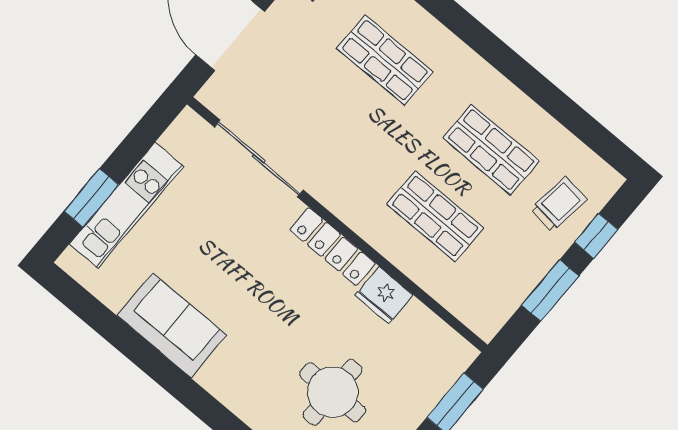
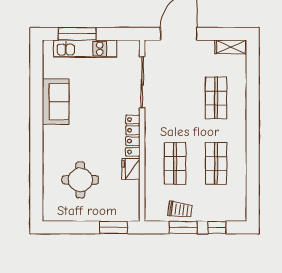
window: (91, 198) -> (77, 34), width x1.44
trolley: (559, 204) -> (180, 210), moved

